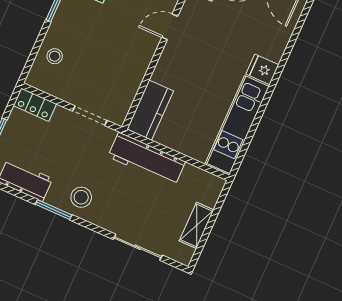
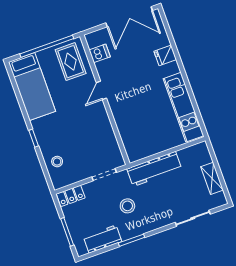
fridge: (262, 69) -> (165, 55), moved
kitchen counter: (150, 110) -> (132, 142), removed
stool: (81, 197) -> (127, 206), moved

